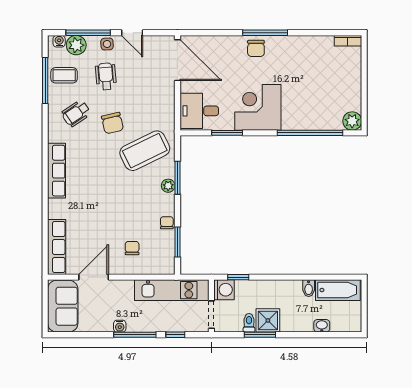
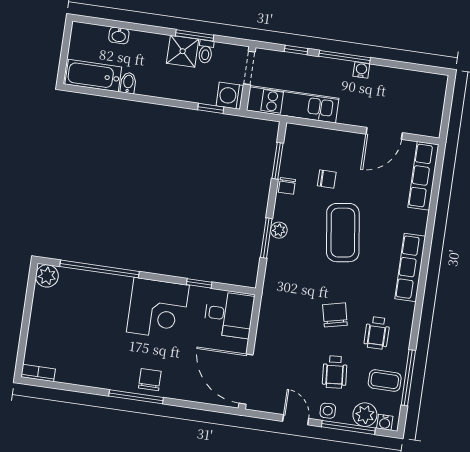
wheelchair: (76, 113) -> (377, 333), turned 124
window: (227, 133) -> (199, 283), width x0.67
coffee table: (145, 151) -> (343, 233), moved, turned -72
chair: (132, 248) -> (327, 179), moved, turned -90
sofa: (63, 306) -> (426, 104), removed

